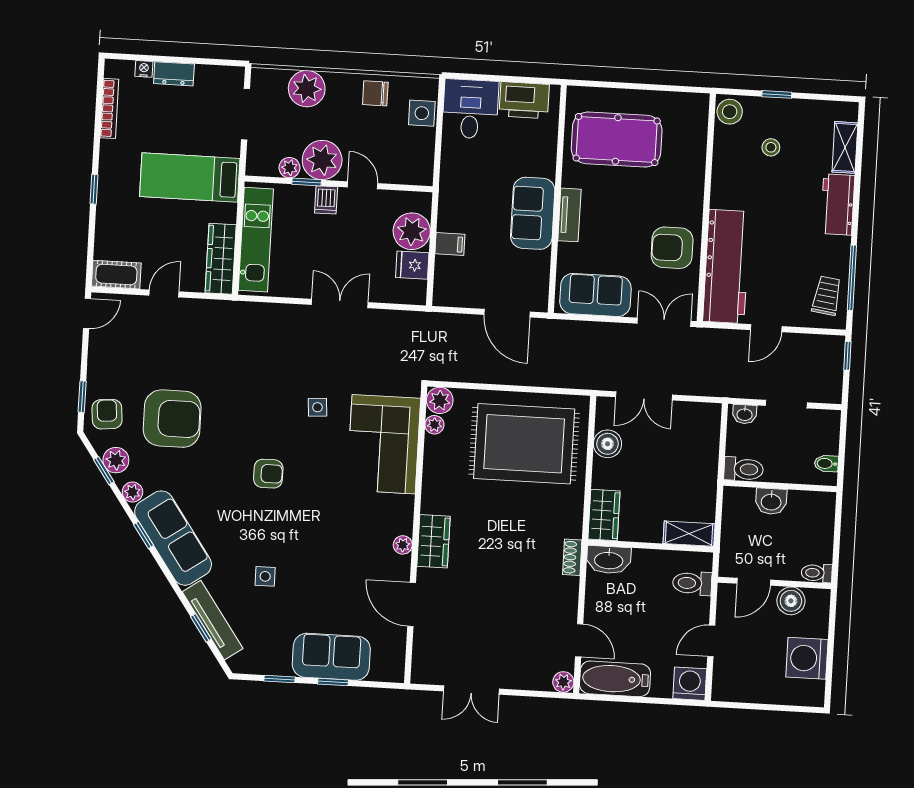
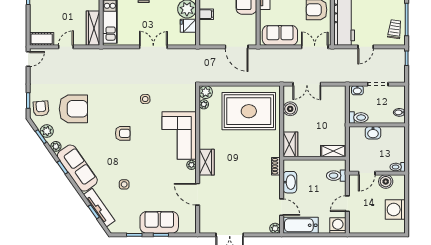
corner sofa: (384, 444) -> (179, 135), moved
washbasin: (609, 560) -> (290, 182), moved, turned -90

